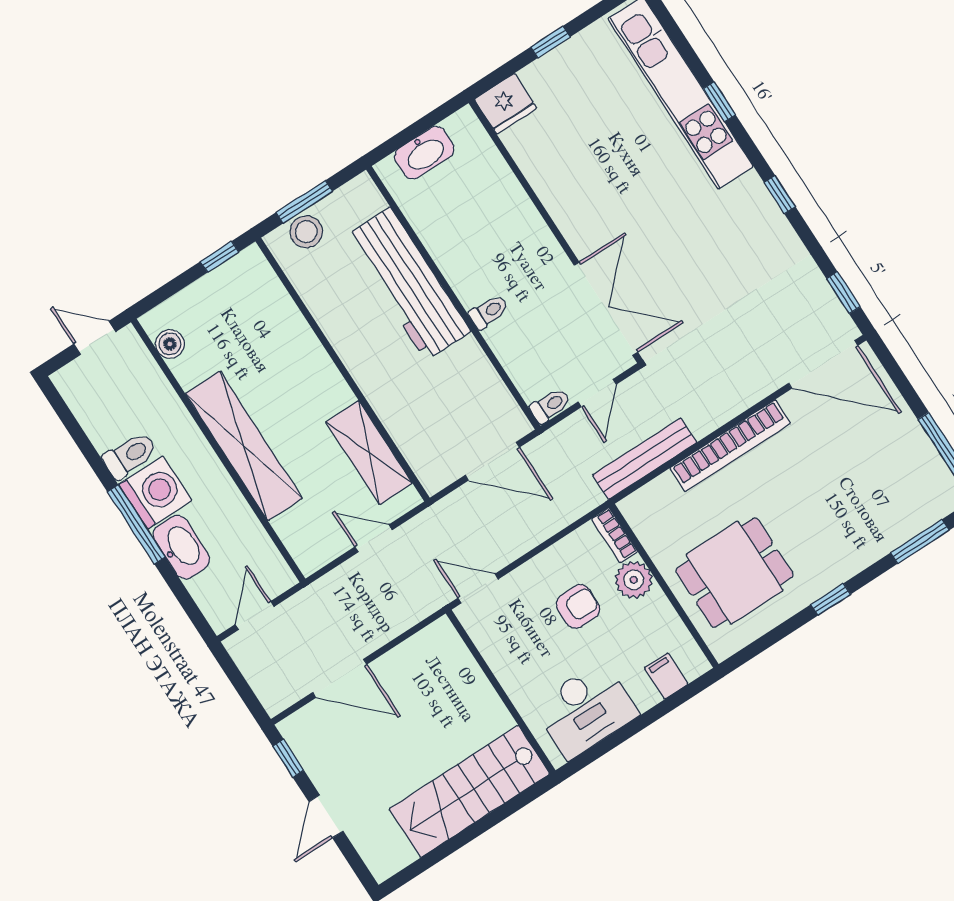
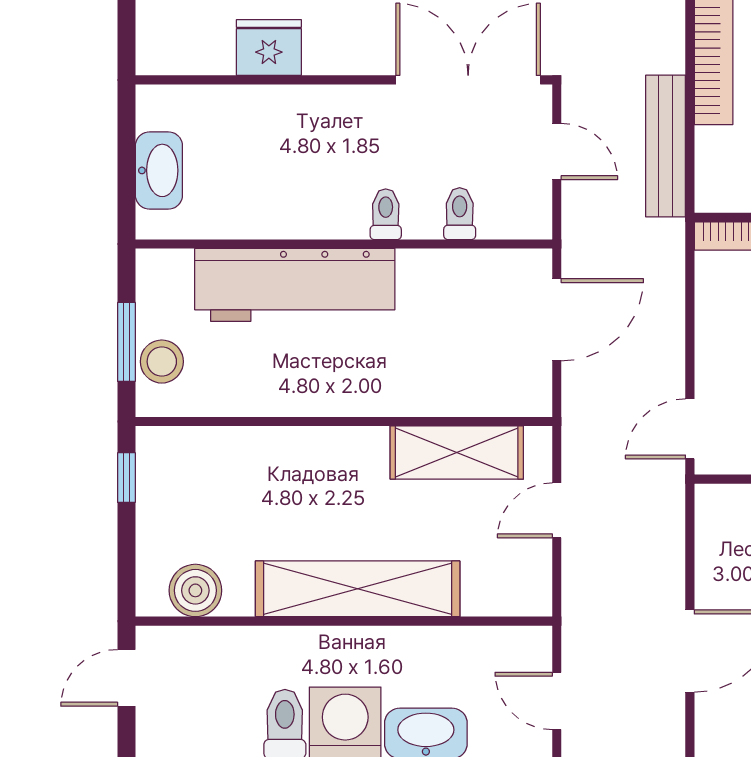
fridge: (506, 104) -> (269, 48), moved, turned -90
boiler: (170, 344) -> (195, 590), width x1.36, depth x1.36
toilet: (550, 406) -> (460, 214), moved

